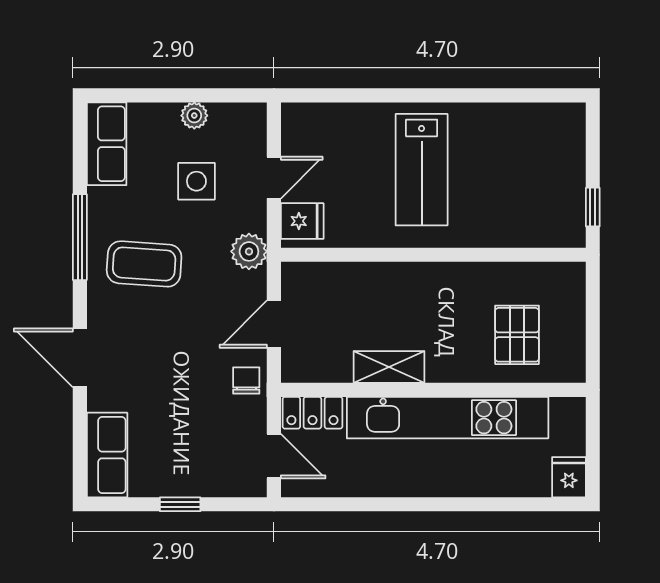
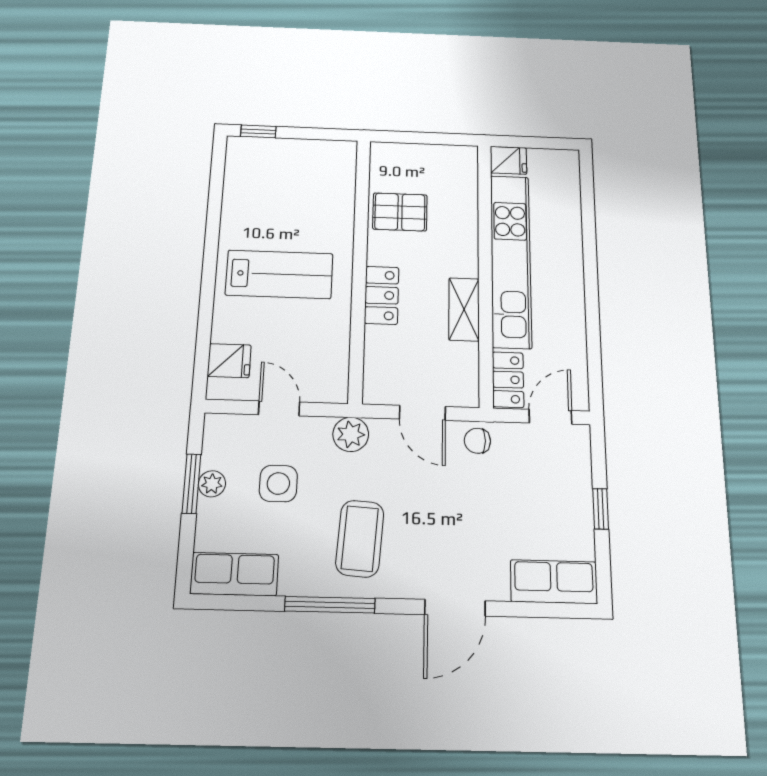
window: (194, 95) -> (191, 484), added
window: (593, 207) -> (258, 131), moved
fridge: (302, 221) -> (229, 361), moved, turned 90
locker: (402, 279) -> (382, 295), added
pallet: (517, 335) -> (400, 212), moved
fridge: (569, 477) -> (508, 160), moved, turned 180

